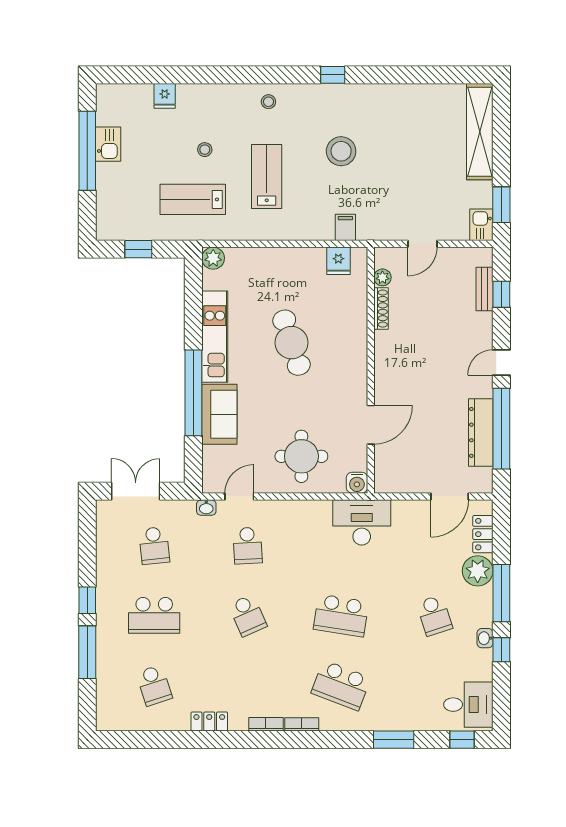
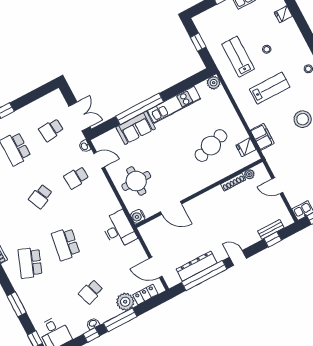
filing cabinet: (345, 227) -> (262, 137), width x2.00
cafe table: (291, 343) -> (211, 146), moved
double door: (136, 491) -> (79, 116), moved

